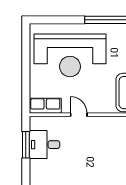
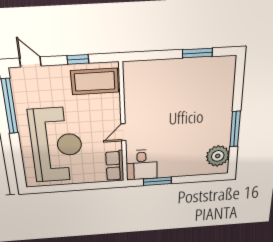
desk: (44, 145) -> (142, 165), moved

